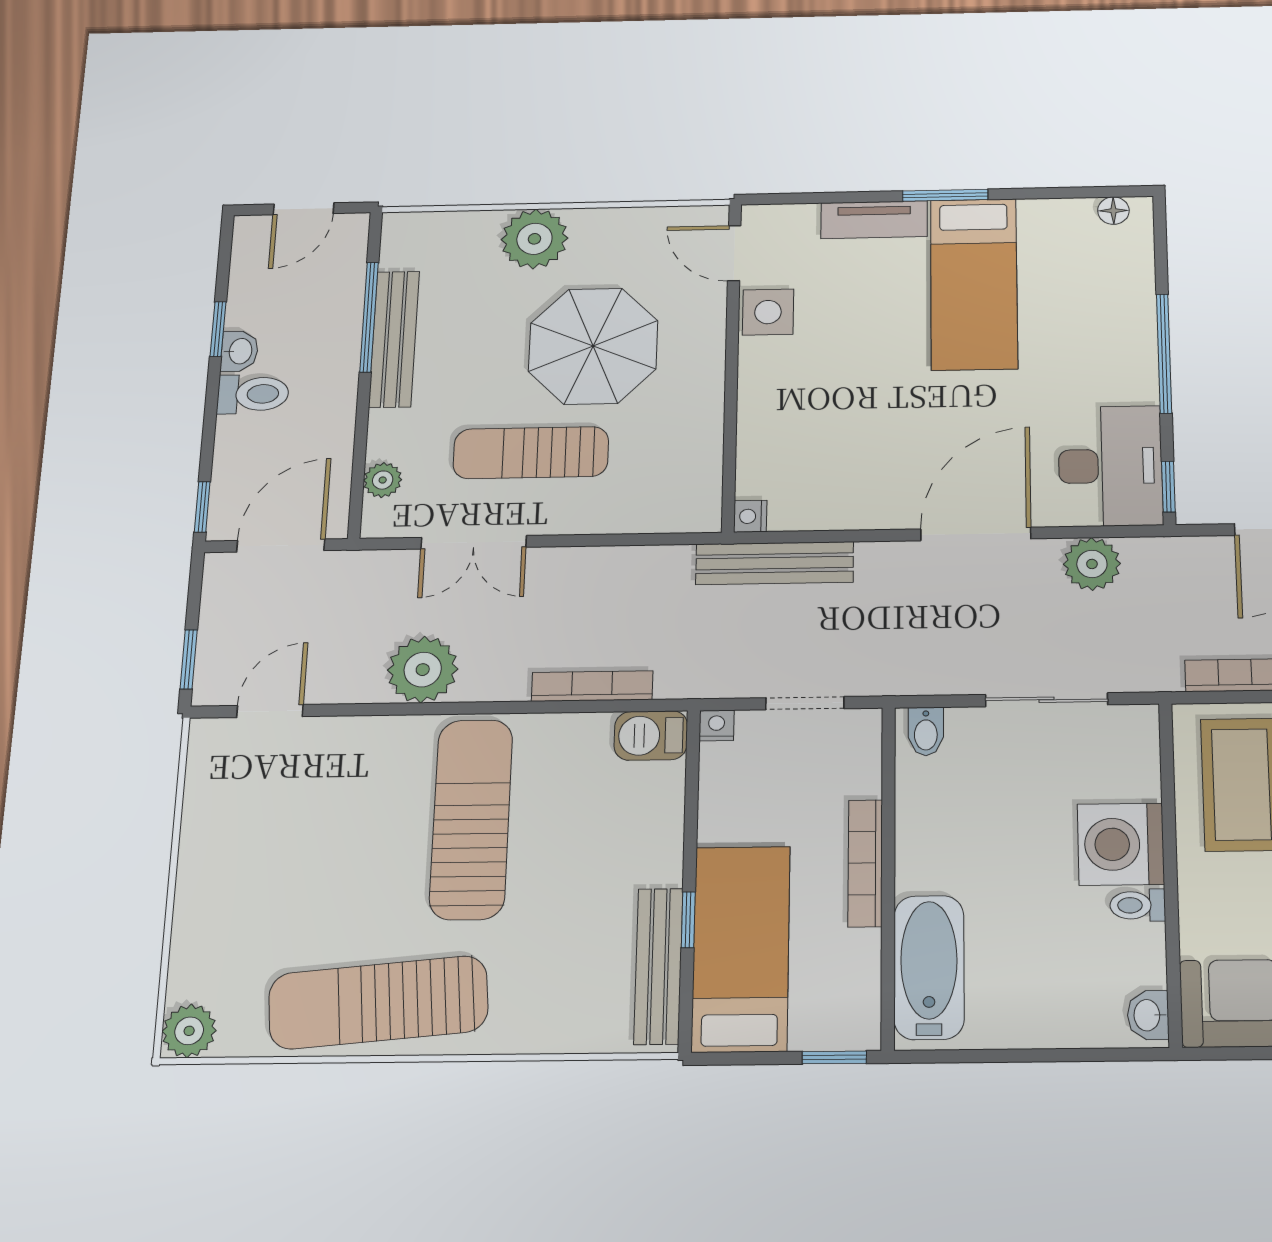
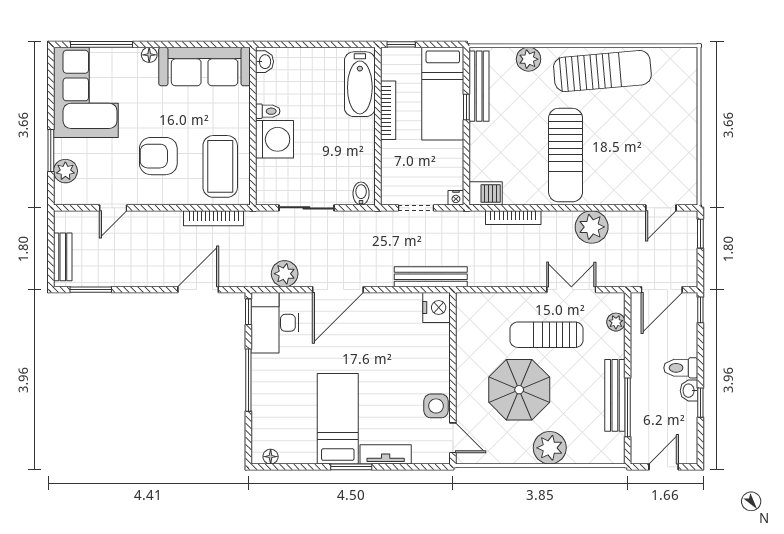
sun lounger: (531, 453) -> (547, 335), turned 180
nightstand: (750, 516) -> (437, 308), width x1.89, depth x1.79
bookcase: (865, 863) -> (388, 110), moved
plant: (189, 1031) -> (529, 59), moved

